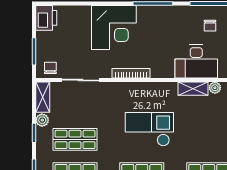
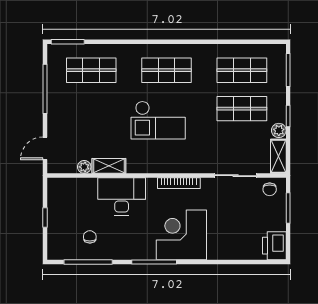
corner desk: (114, 27) -> (181, 235), moved
desk: (196, 62) -> (122, 196), moved

